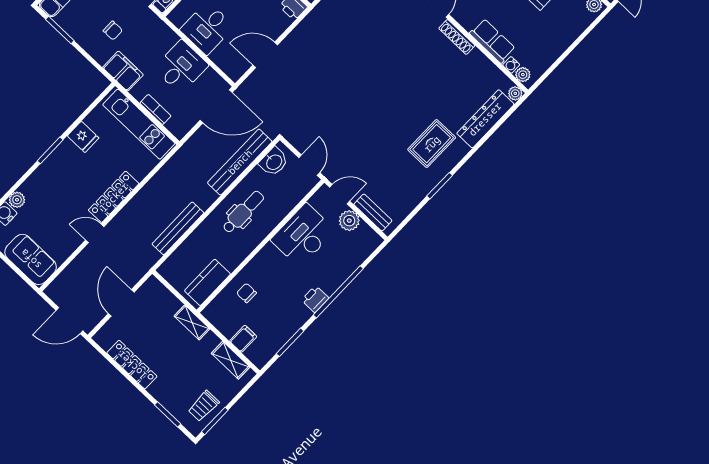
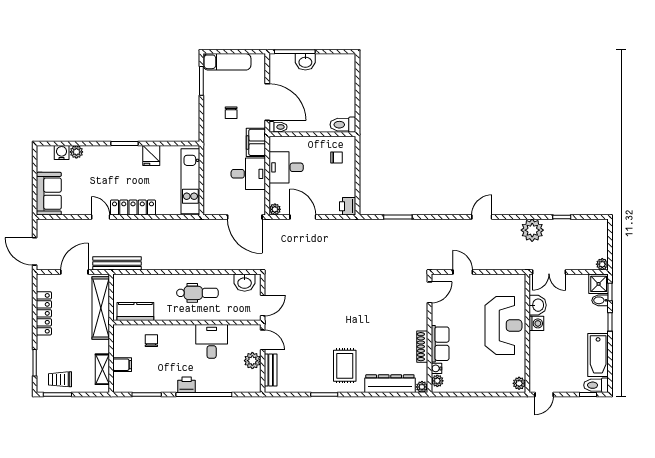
shoe rack: (457, 37) -> (422, 347), moved
filing cabinet: (123, 71) -> (256, 142), moved, turned 180
plant: (235, 73) -> (275, 209), added
bookcase: (155, 110) -> (208, 183), removed
rug: (432, 144) -> (345, 366), turned 90
bench: (240, 162) -> (225, 263), removed
bench: (178, 228) -> (117, 263), moved
desk: (303, 235) -> (212, 341), width x0.73
shelving: (192, 322) -> (101, 308), width x2.20, depth x1.33

